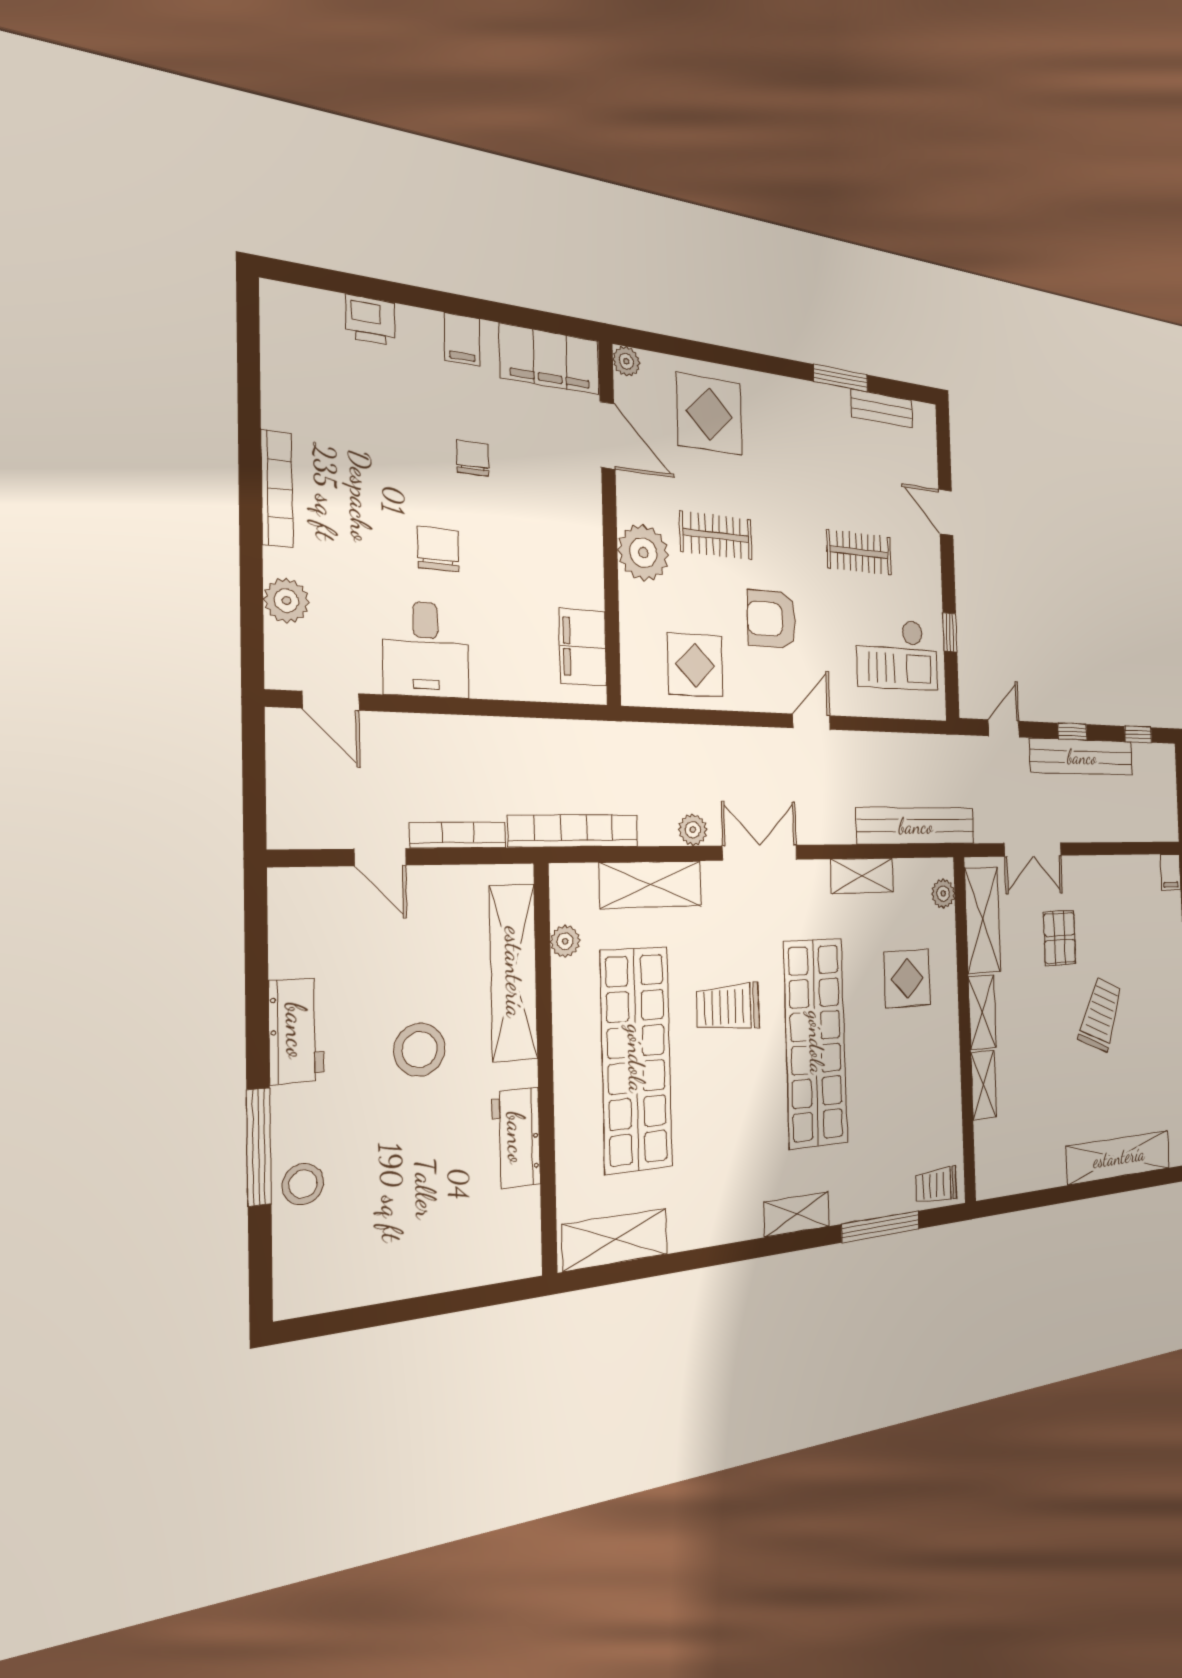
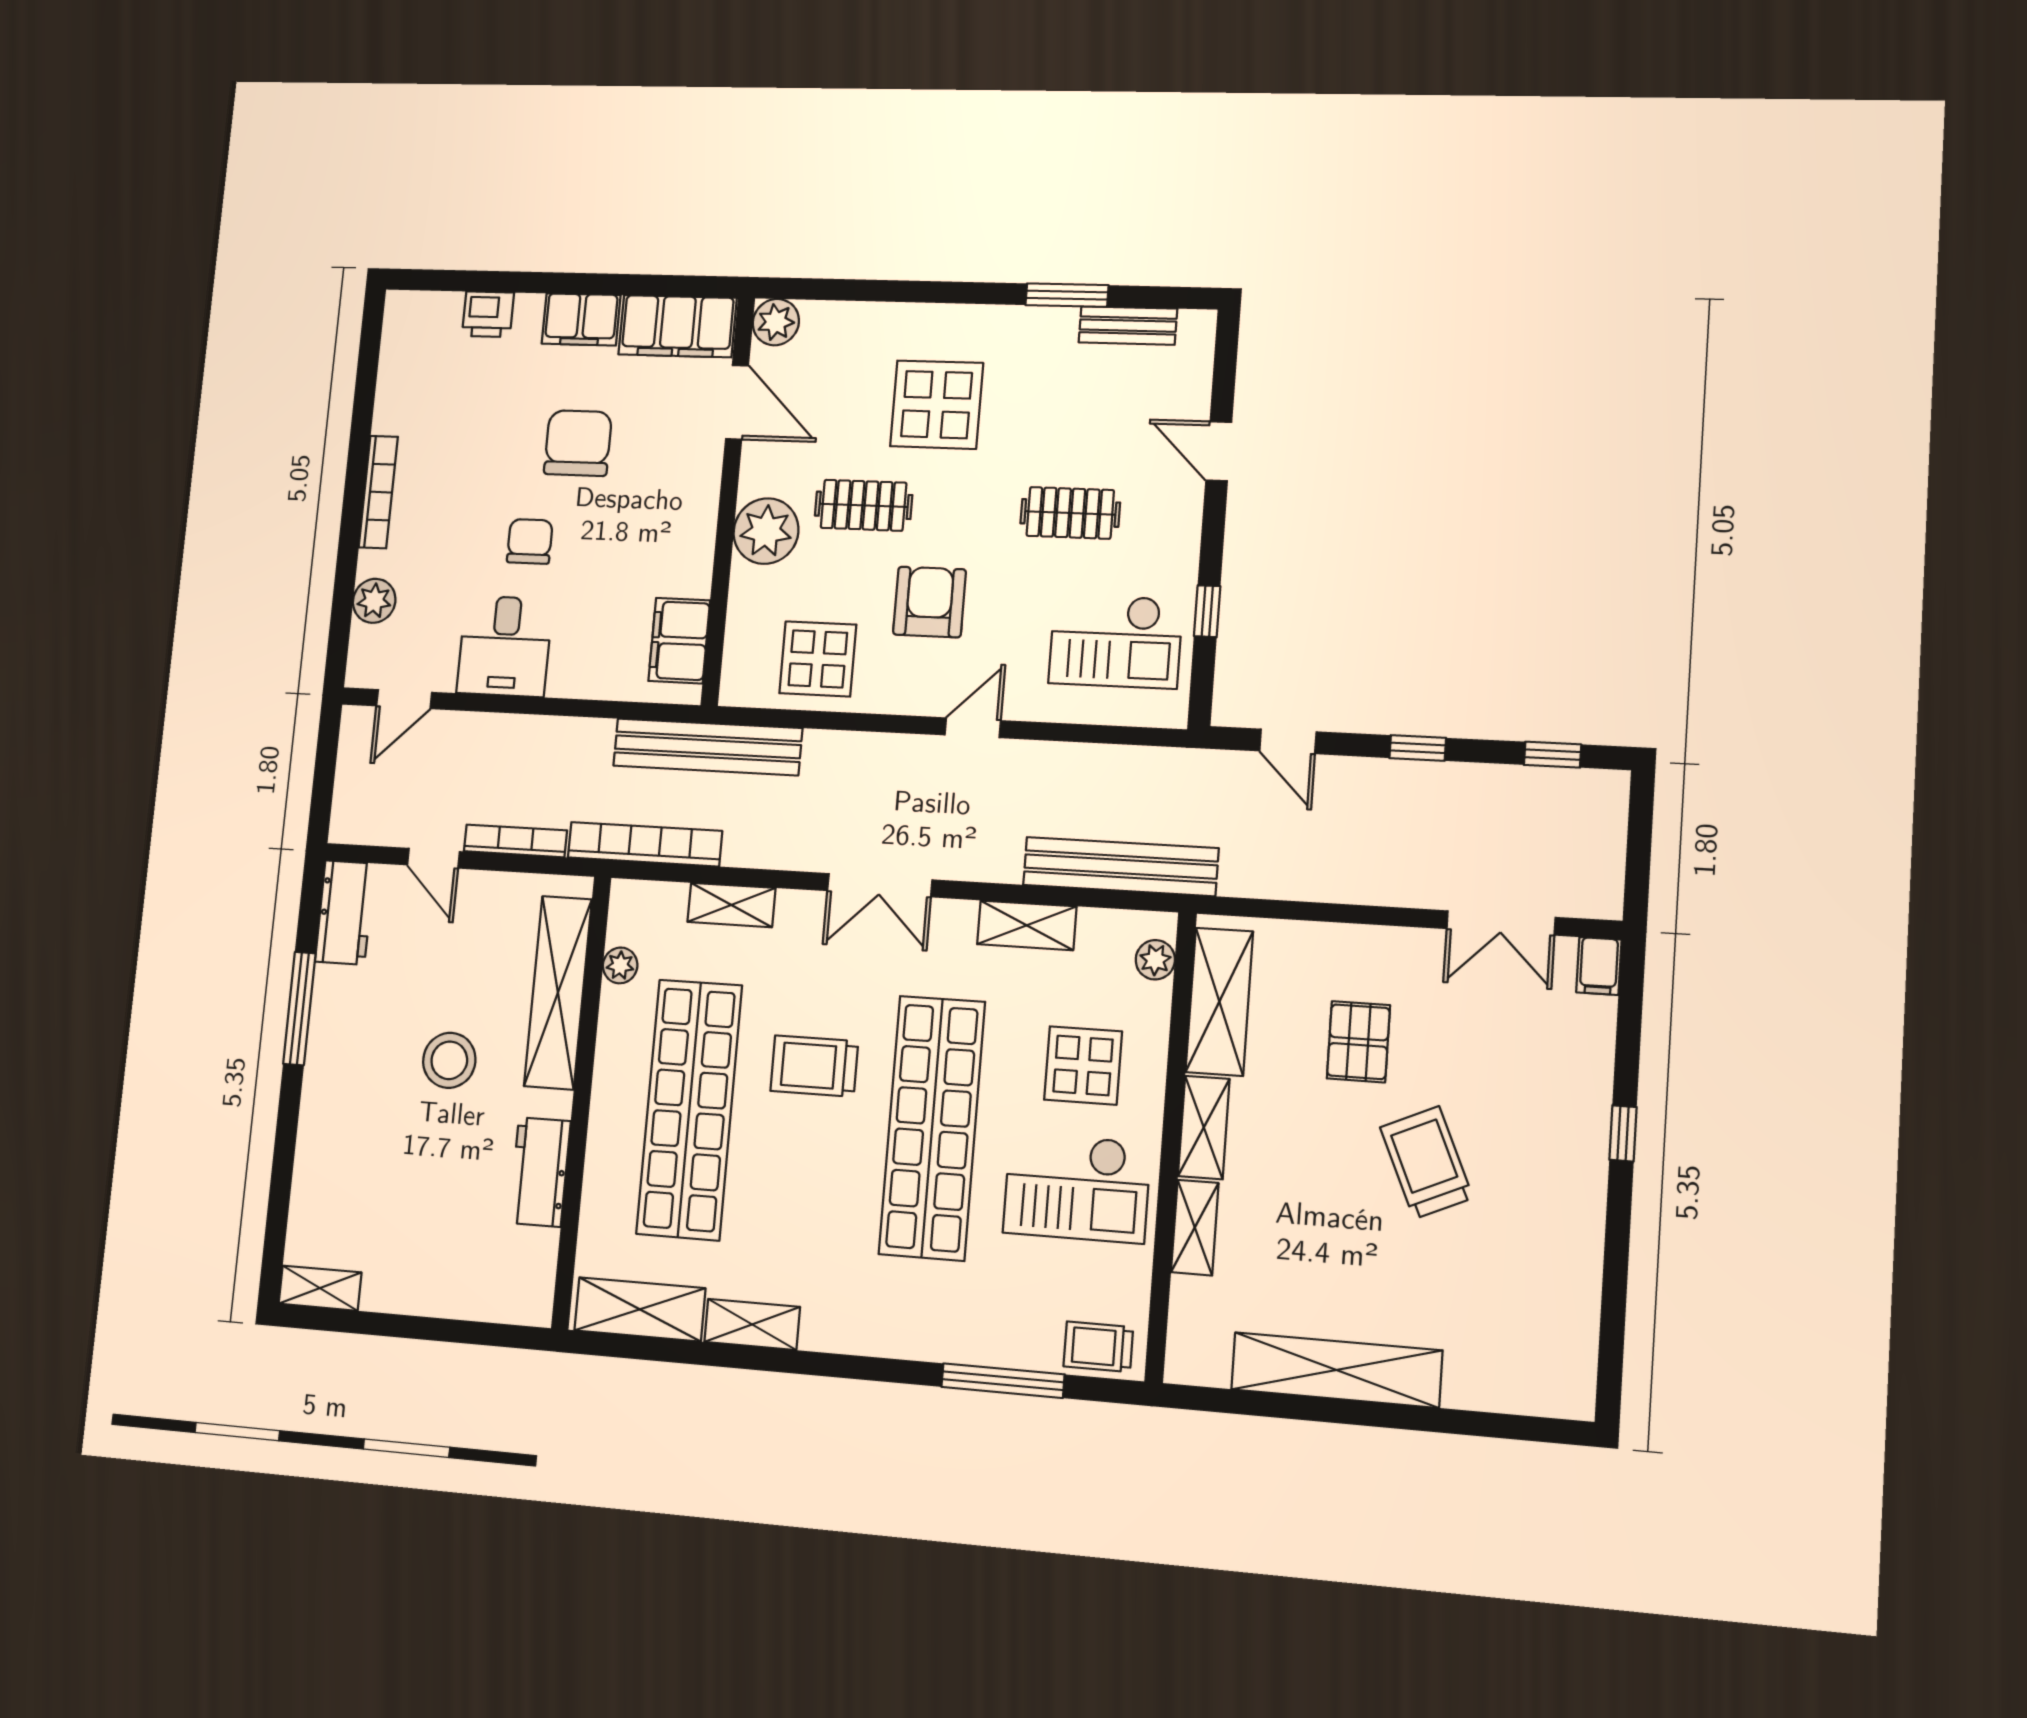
filing cabinet: (462, 339) -> (581, 319), width x2.00
plant: (626, 361) -> (776, 322), width x1.38, depth x1.38
display table: (709, 414) -> (937, 405), moved
chair: (473, 458) -> (578, 443), width x1.87, depth x1.87
armchair: (772, 619) -> (930, 602), turned 90
door: (331, 701) -> (404, 699), hinge flipped
door: (1004, 728) -> (1288, 741), swing flipped
bench: (1082, 757) -> (708, 747), moved
plant: (693, 830) -> (792, 852), removed
double door: (1033, 849) -> (1501, 923), moved
double door: (760, 853) -> (880, 885), swing flipped
shelving: (651, 884) -> (731, 905), width x0.67, depth x0.75
trolley: (1101, 1014) -> (1427, 1163), turned -47
workbench: (296, 1031) -> (345, 913), moved
checkout: (912, 1070) -> (1077, 1187), added
window: (259, 1147) -> (299, 1008), moved
shelving: (1119, 1157) -> (1336, 1370), moved
stool: (303, 1184) -> (322, 1175), removed
shelving: (797, 1214) -> (752, 1324), moved
shelving: (316, 1295) -> (320, 1288), added

